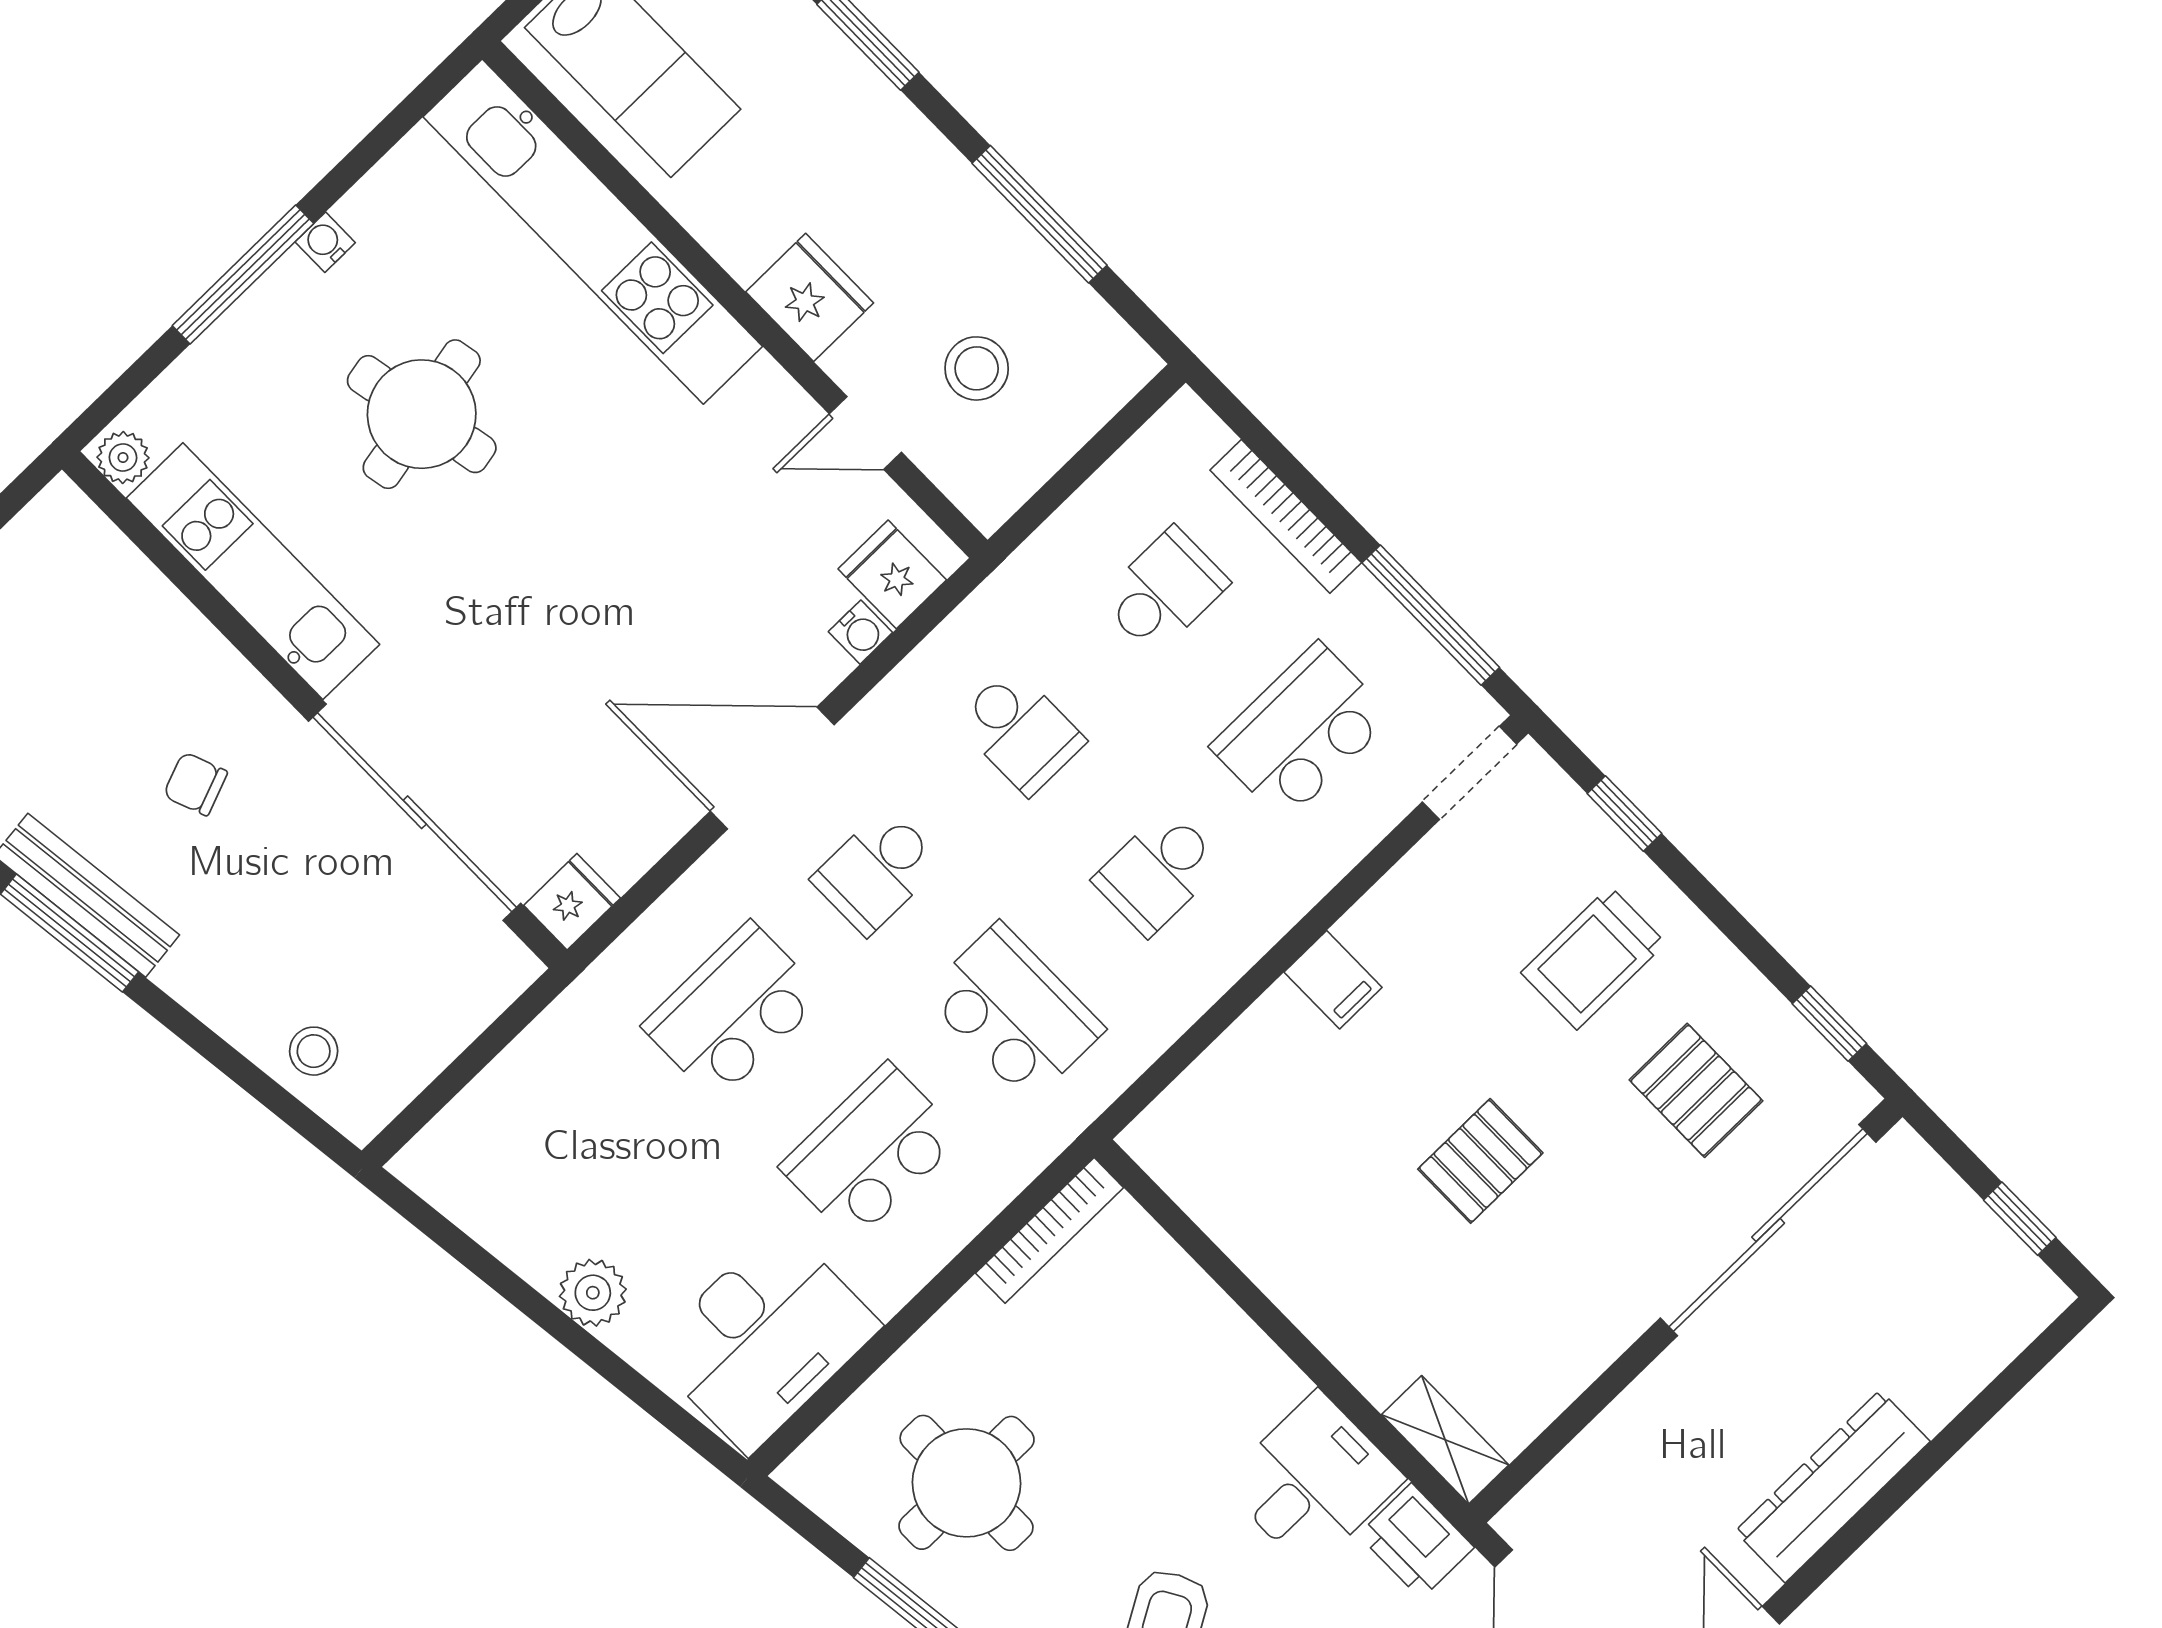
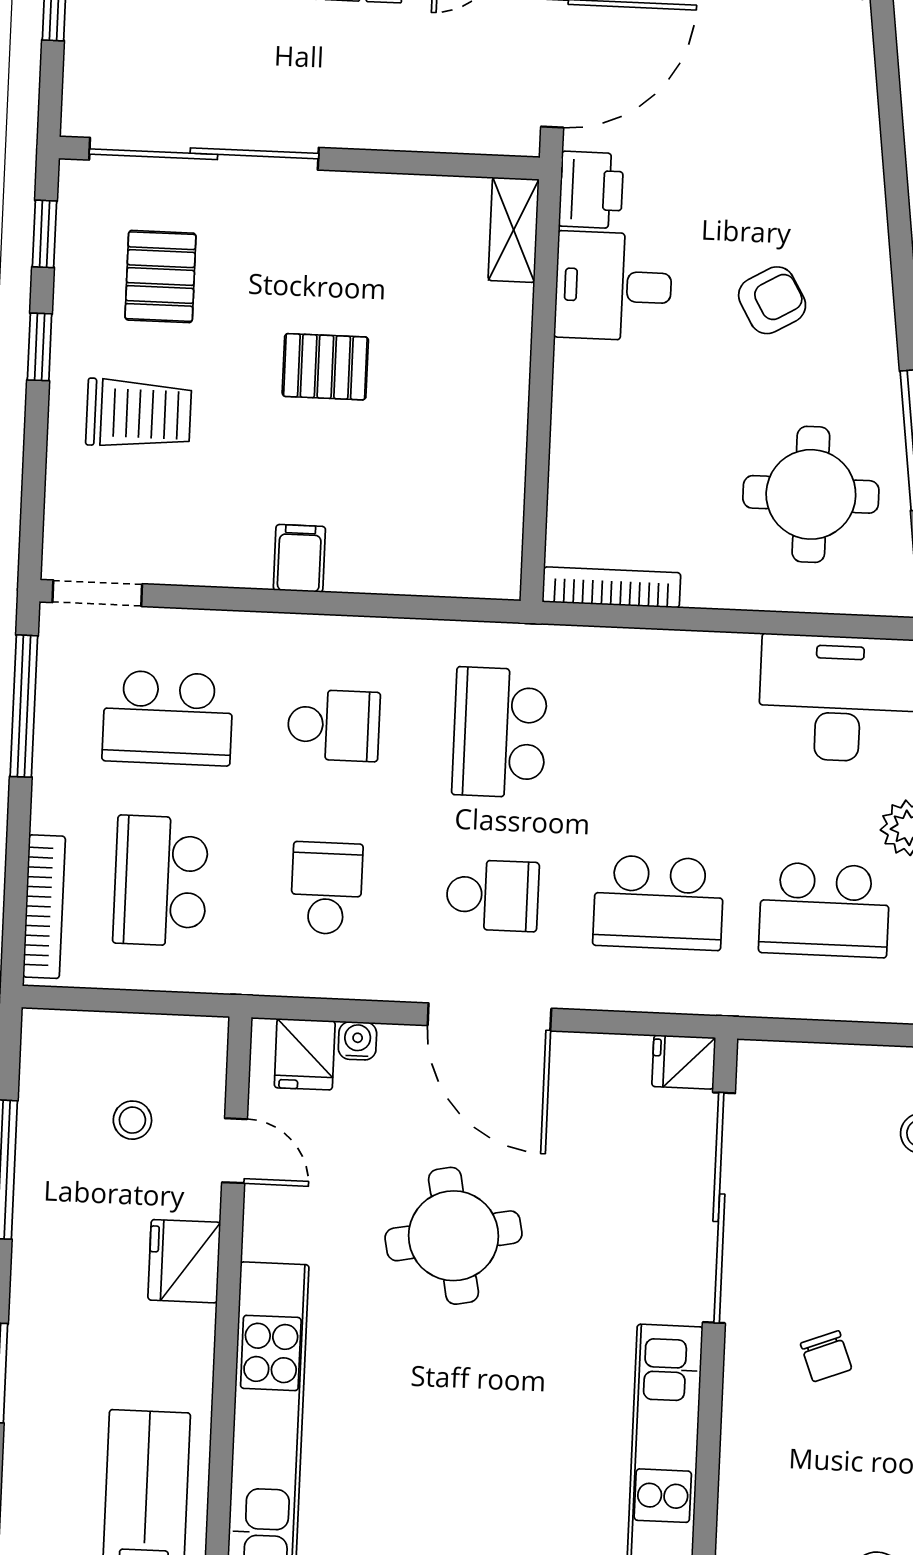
stool: (977, 368) -> (132, 1120), width x0.73, depth x0.73
round table: (422, 414) -> (453, 1236), moved
bookcase: (1286, 516) -> (44, 907), moved
school desk: (1164, 591) -> (161, 881), width x1.85
window: (1624, 814) -> (40, 347), moved
school desk: (871, 1152) -> (824, 910), moved

